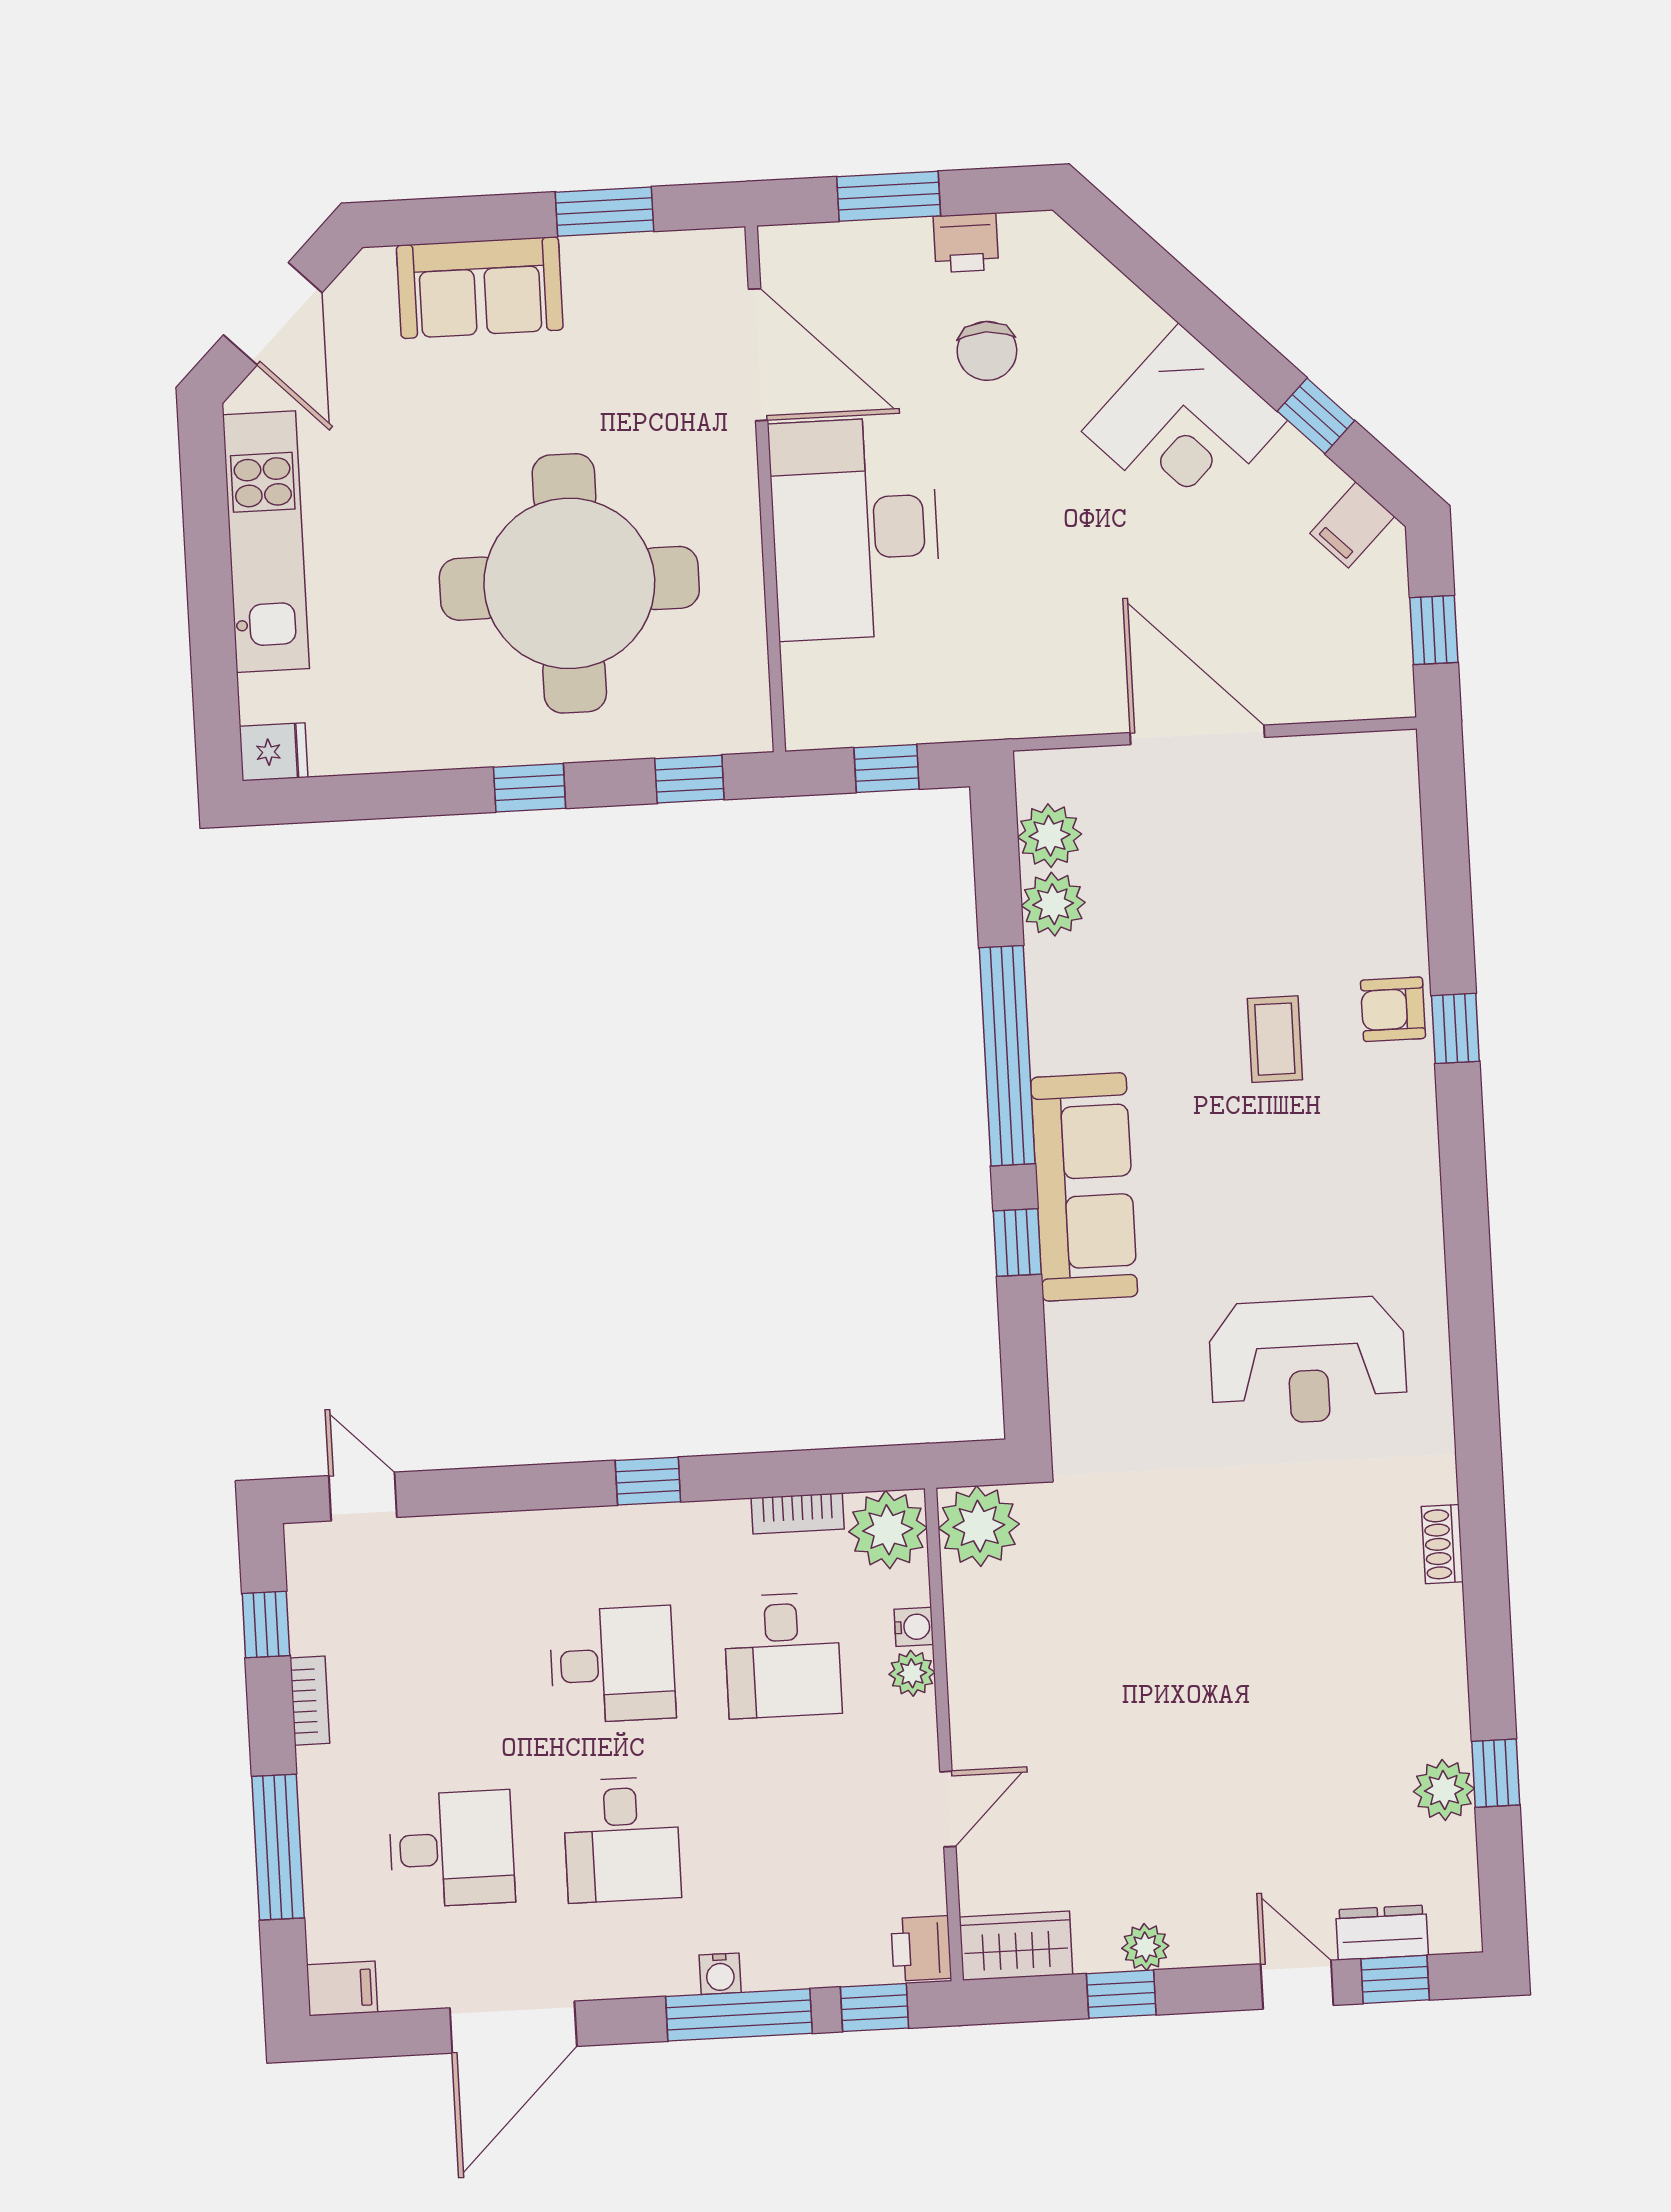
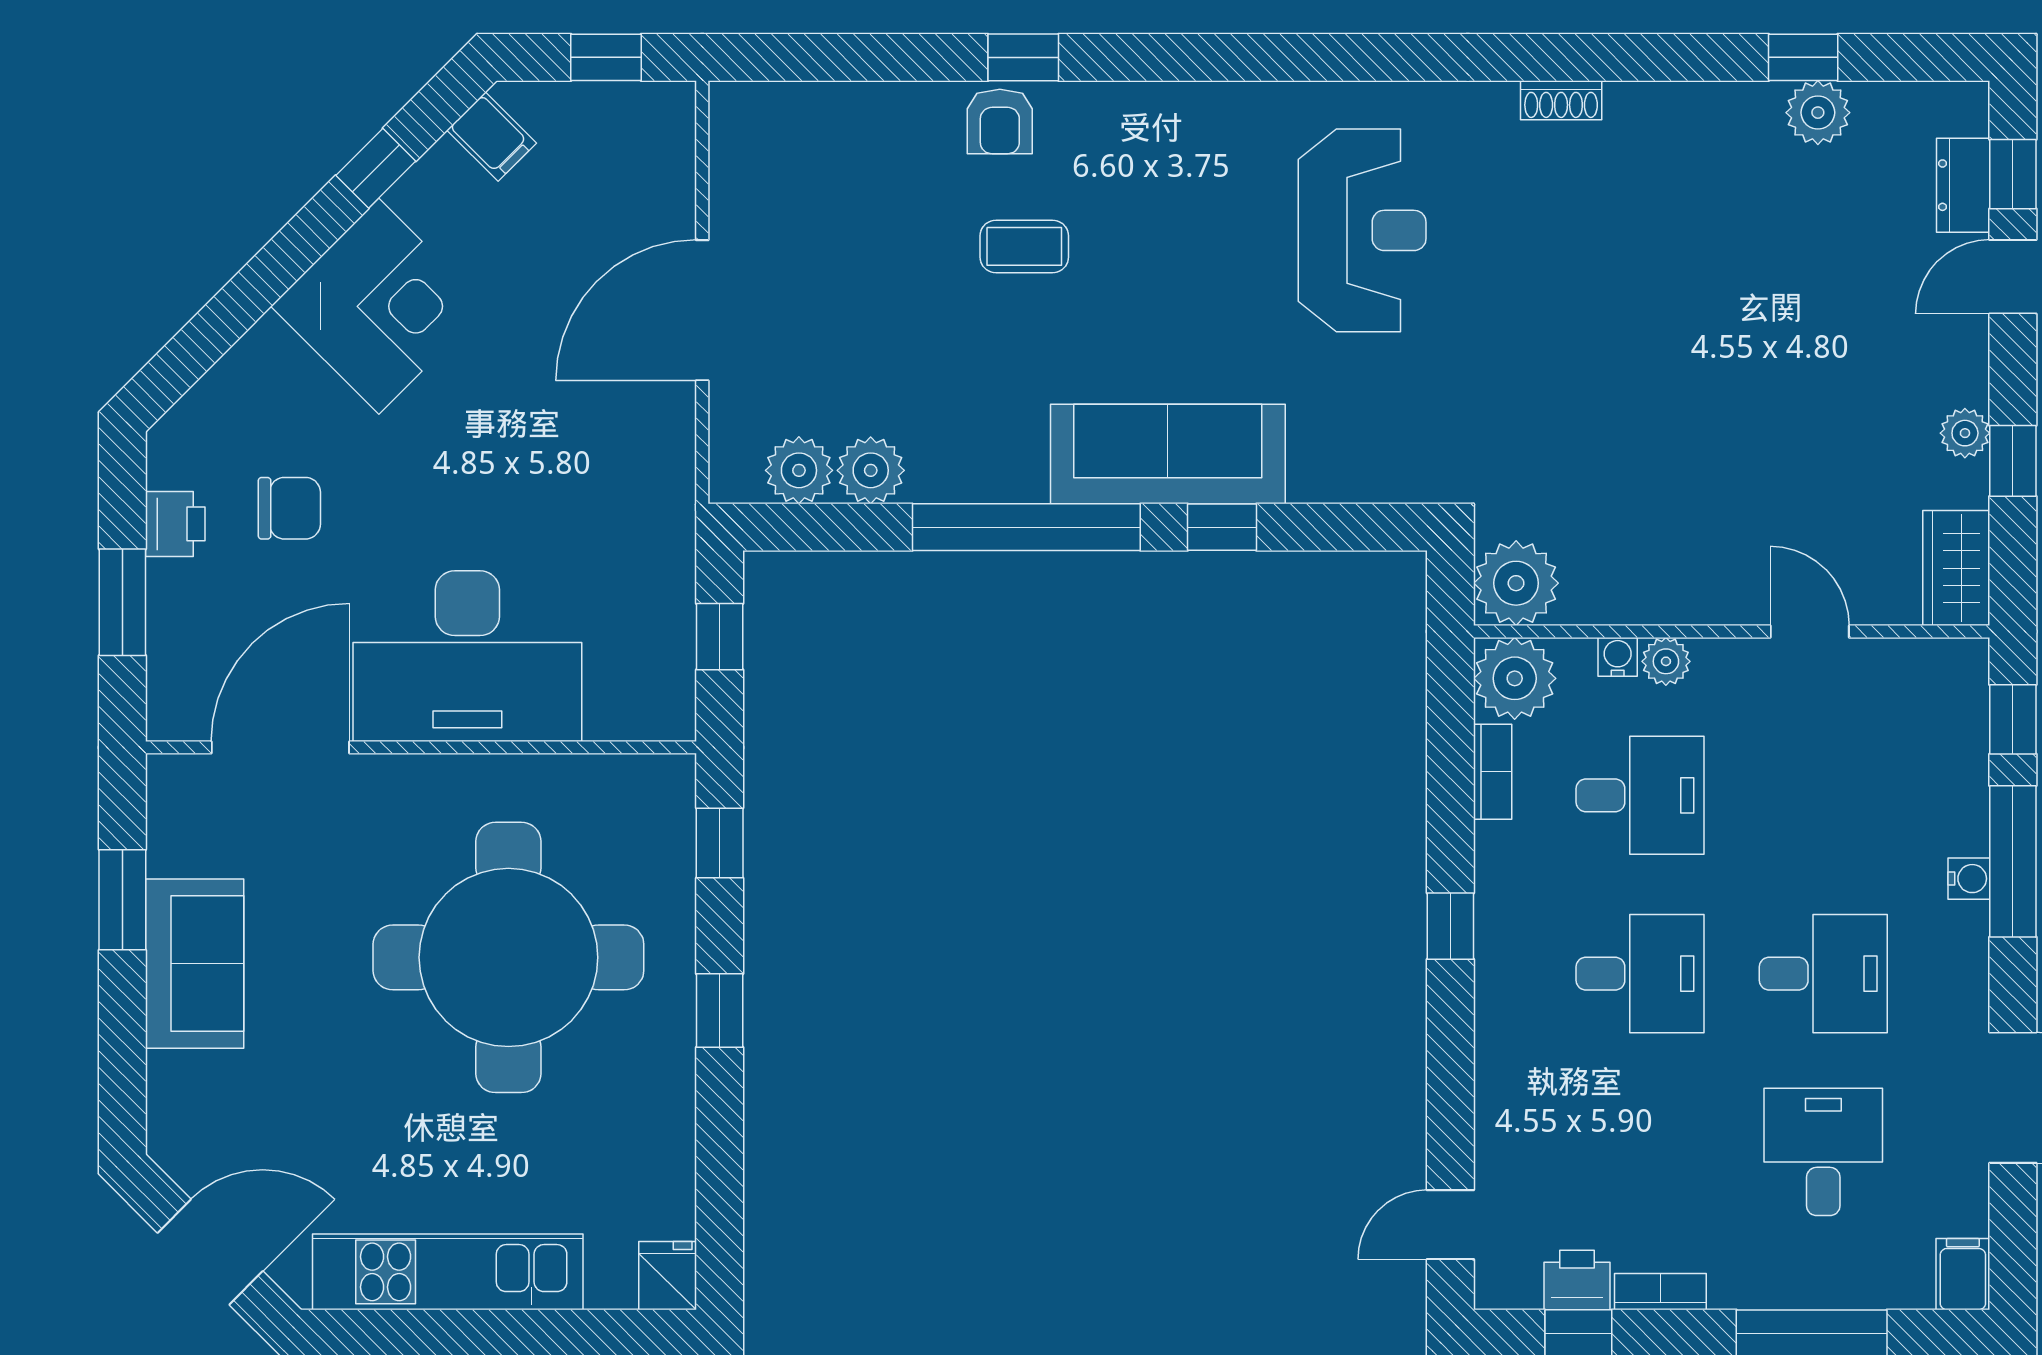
sofa: (480, 288) -> (195, 964), moved
desk: (612, 1665) -> (1640, 974), turned 90
printer: (921, 1949) -> (1577, 1280), moved, turned 180

